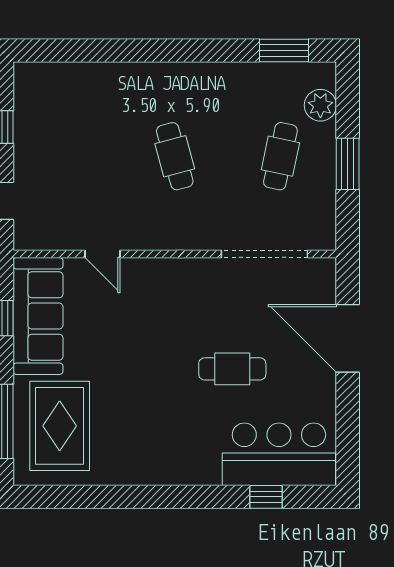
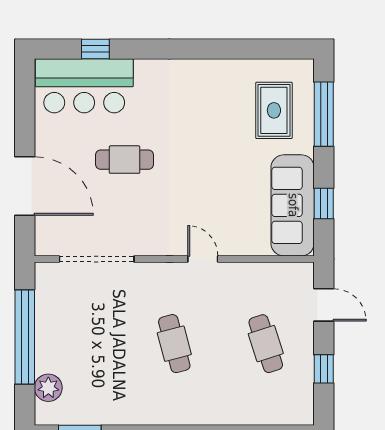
cafe table: (280, 156) -> (266, 344), moved, turned -30
window: (348, 164) -> (25, 337), width x2.11
door: (102, 254) -> (203, 259), moved
rug: (60, 426) -> (274, 110), width x0.73, depth x0.70

